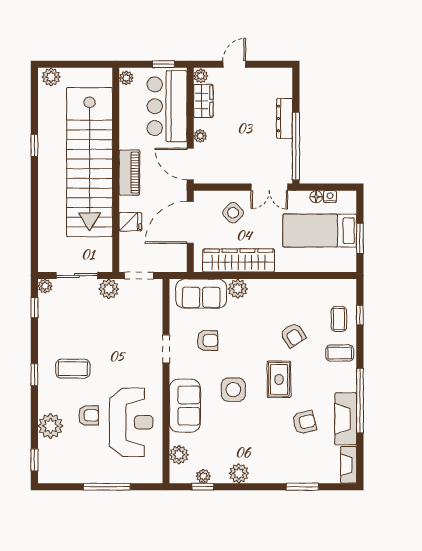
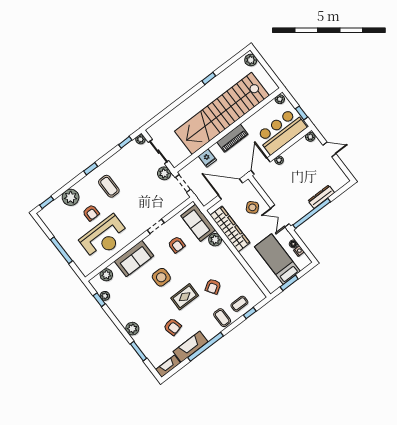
wardrobe: (203, 101) -> (298, 148), removed
plant: (239, 473) -> (132, 329), moved

